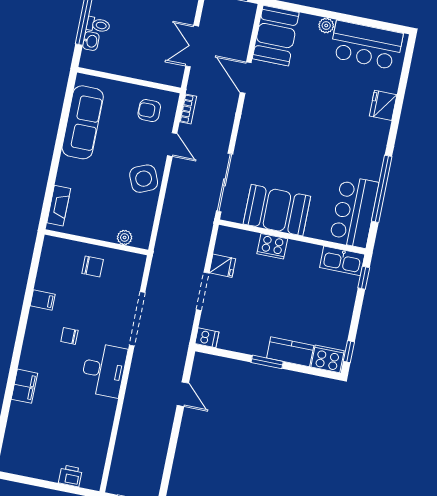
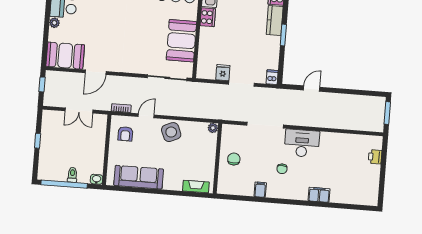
washbasin: (91, 41) -> (97, 179), moved
plant: (125, 237) -> (213, 128), moved
cooker: (272, 246) -> (208, 17), moved

